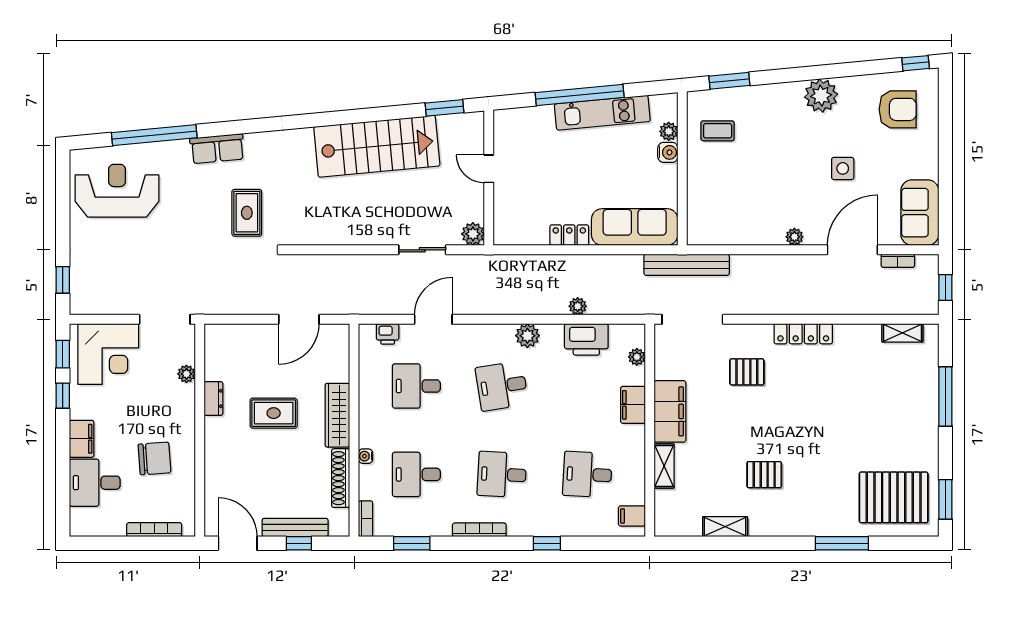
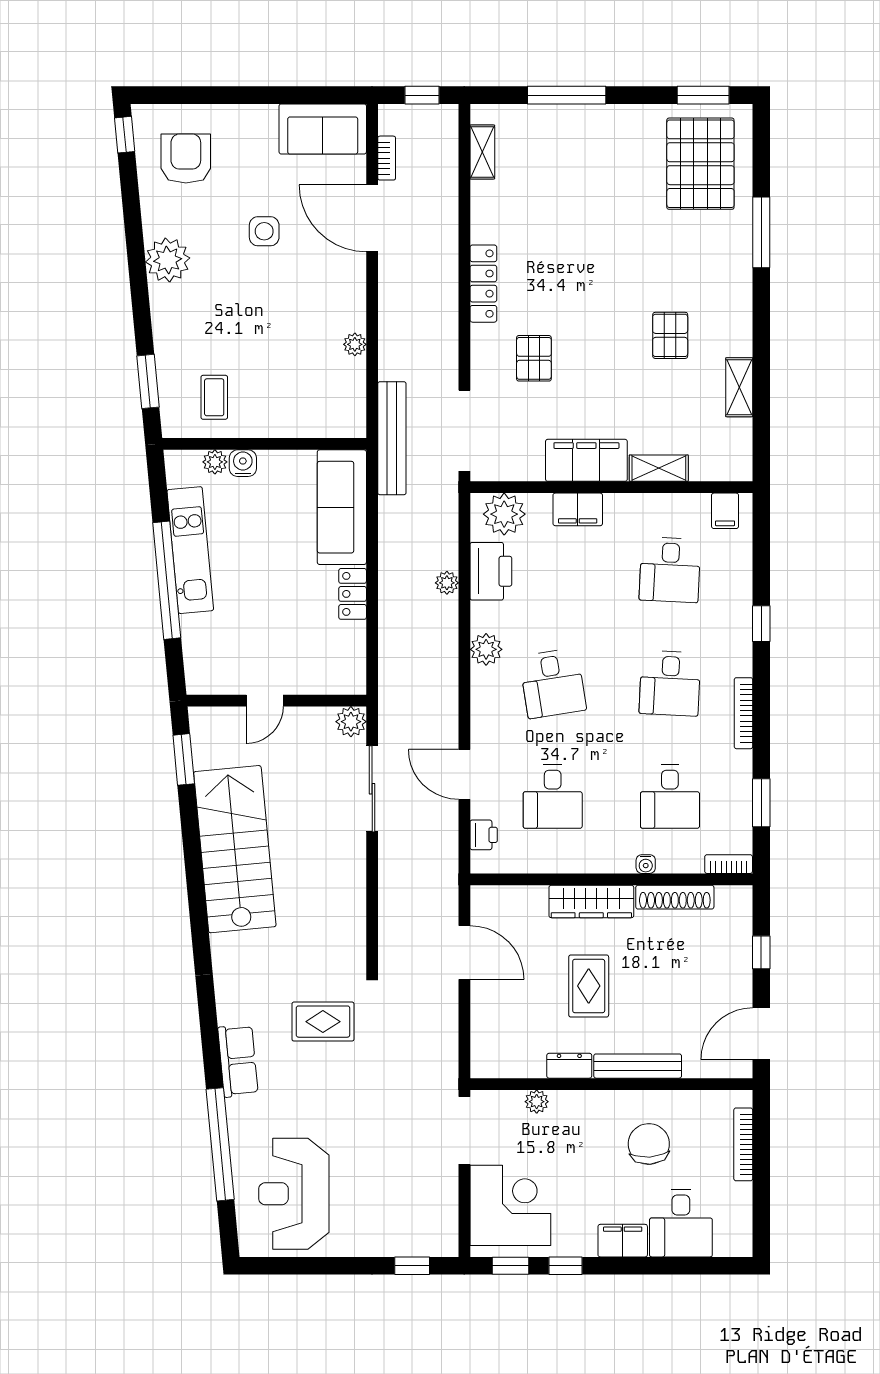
plant: (794, 237) -> (355, 344), moved
sliding door: (422, 250) -> (372, 789), width x1.37
plant: (637, 357) -> (504, 514), width x1.88, depth x1.88
bench: (295, 527) -> (638, 1066), moved, turned 90

